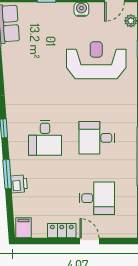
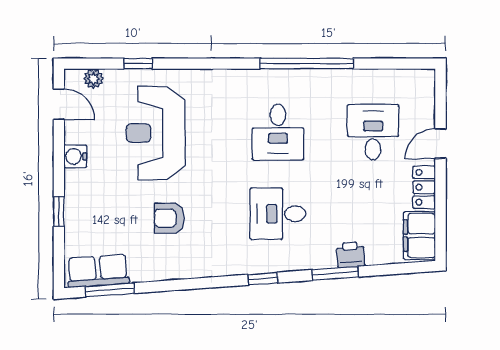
armchair: (42, 69) -> (169, 218), added
desk: (45, 138) -> (278, 214), turned 180
filing cabinet: (24, 228) -> (419, 236), width x2.00

